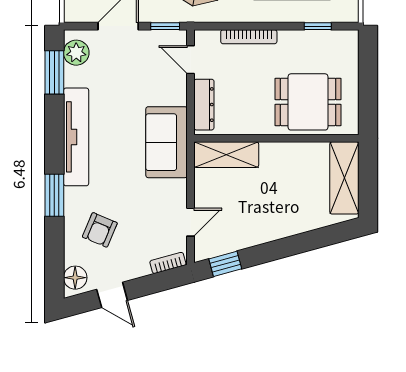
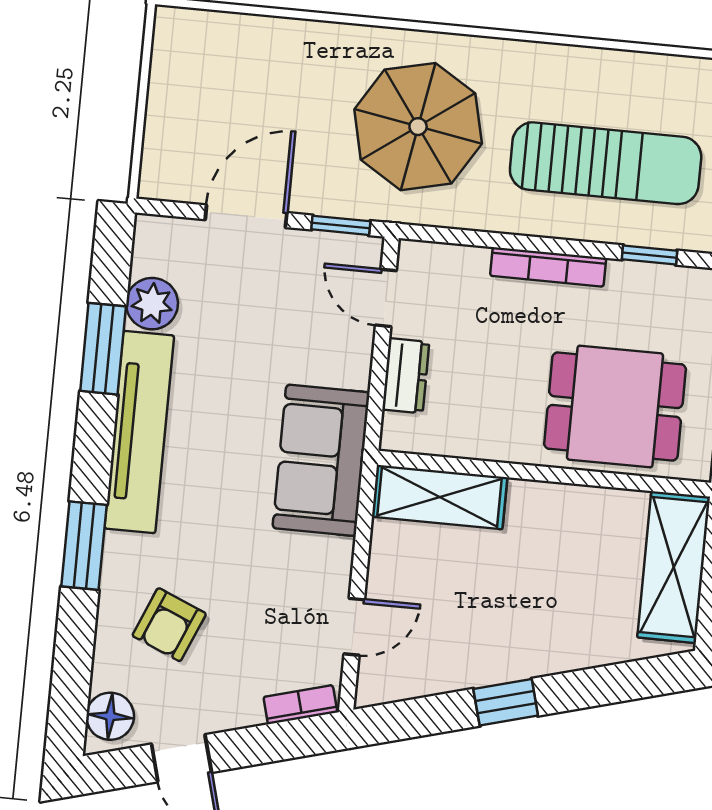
bookcase: (249, 37) -> (548, 267), moved
plant: (76, 53) -> (152, 304), moved
window: (54, 72) -> (103, 349), moved
dresser: (204, 105) -> (406, 376), width x0.70
window: (225, 264) -> (506, 702), moved

